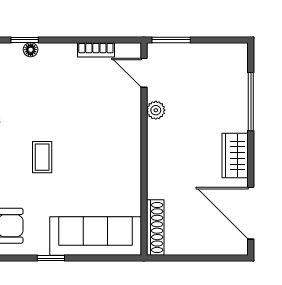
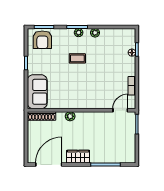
plant: (156, 110) -> (70, 116), moved
sofa: (96, 236) -> (37, 92), width x0.73

